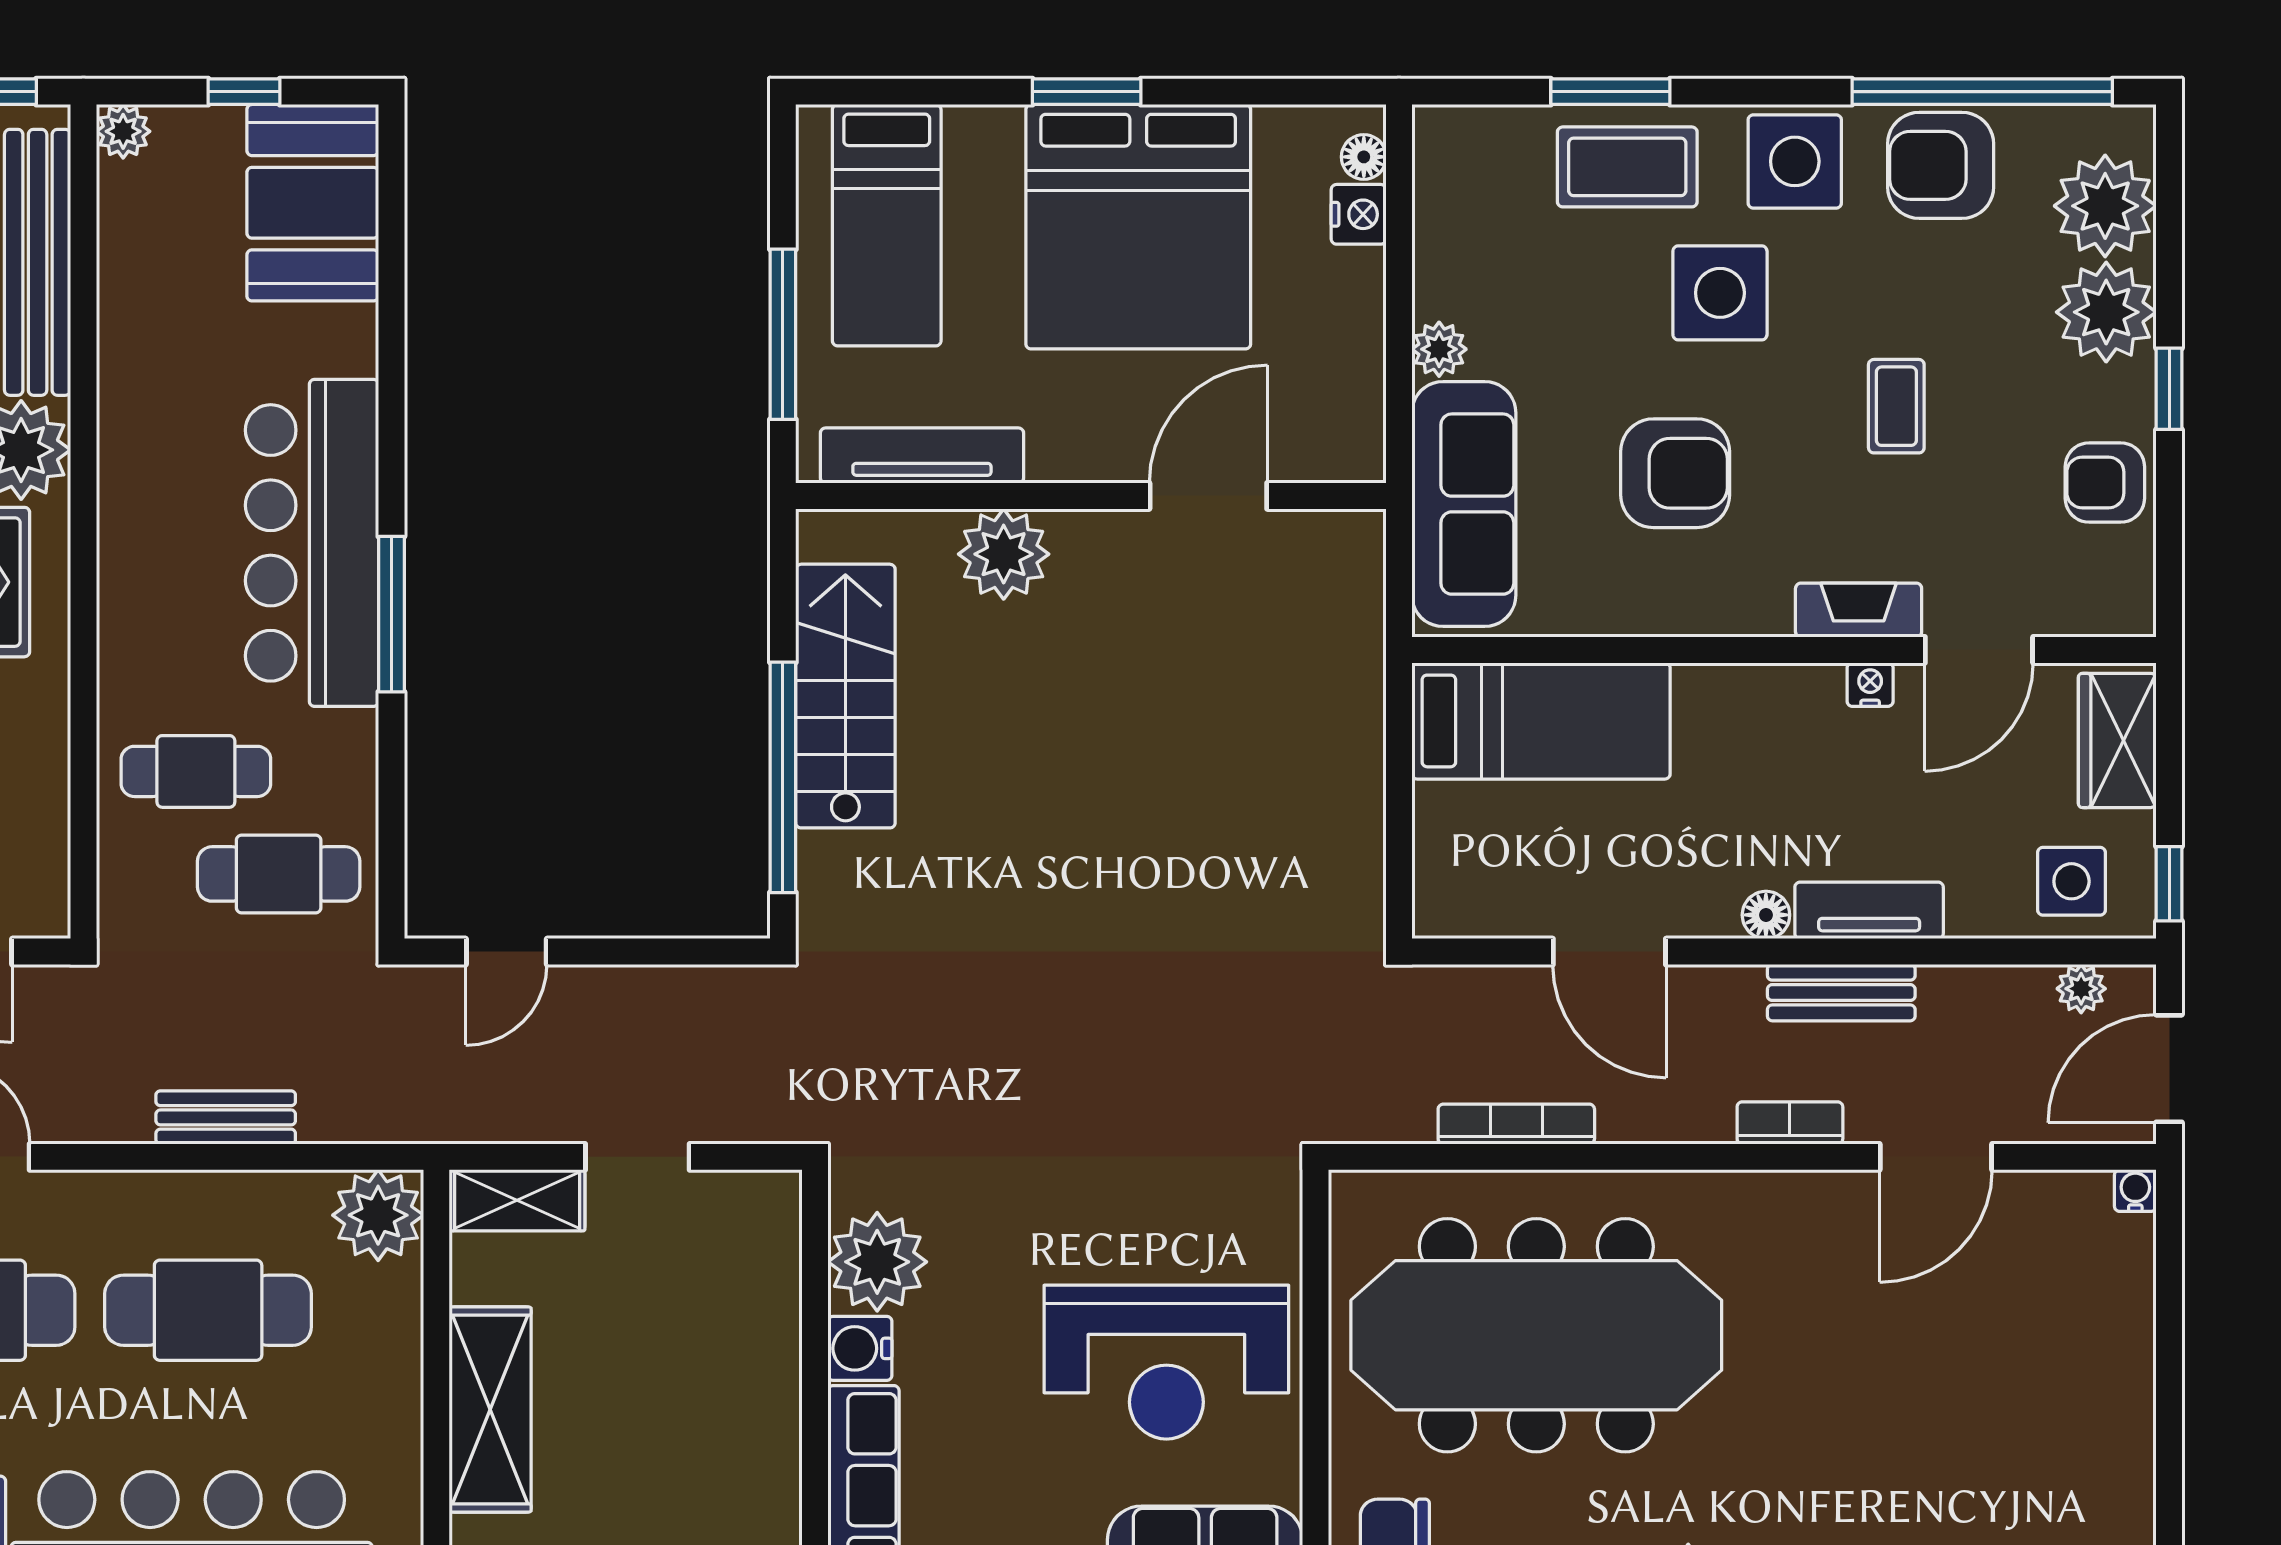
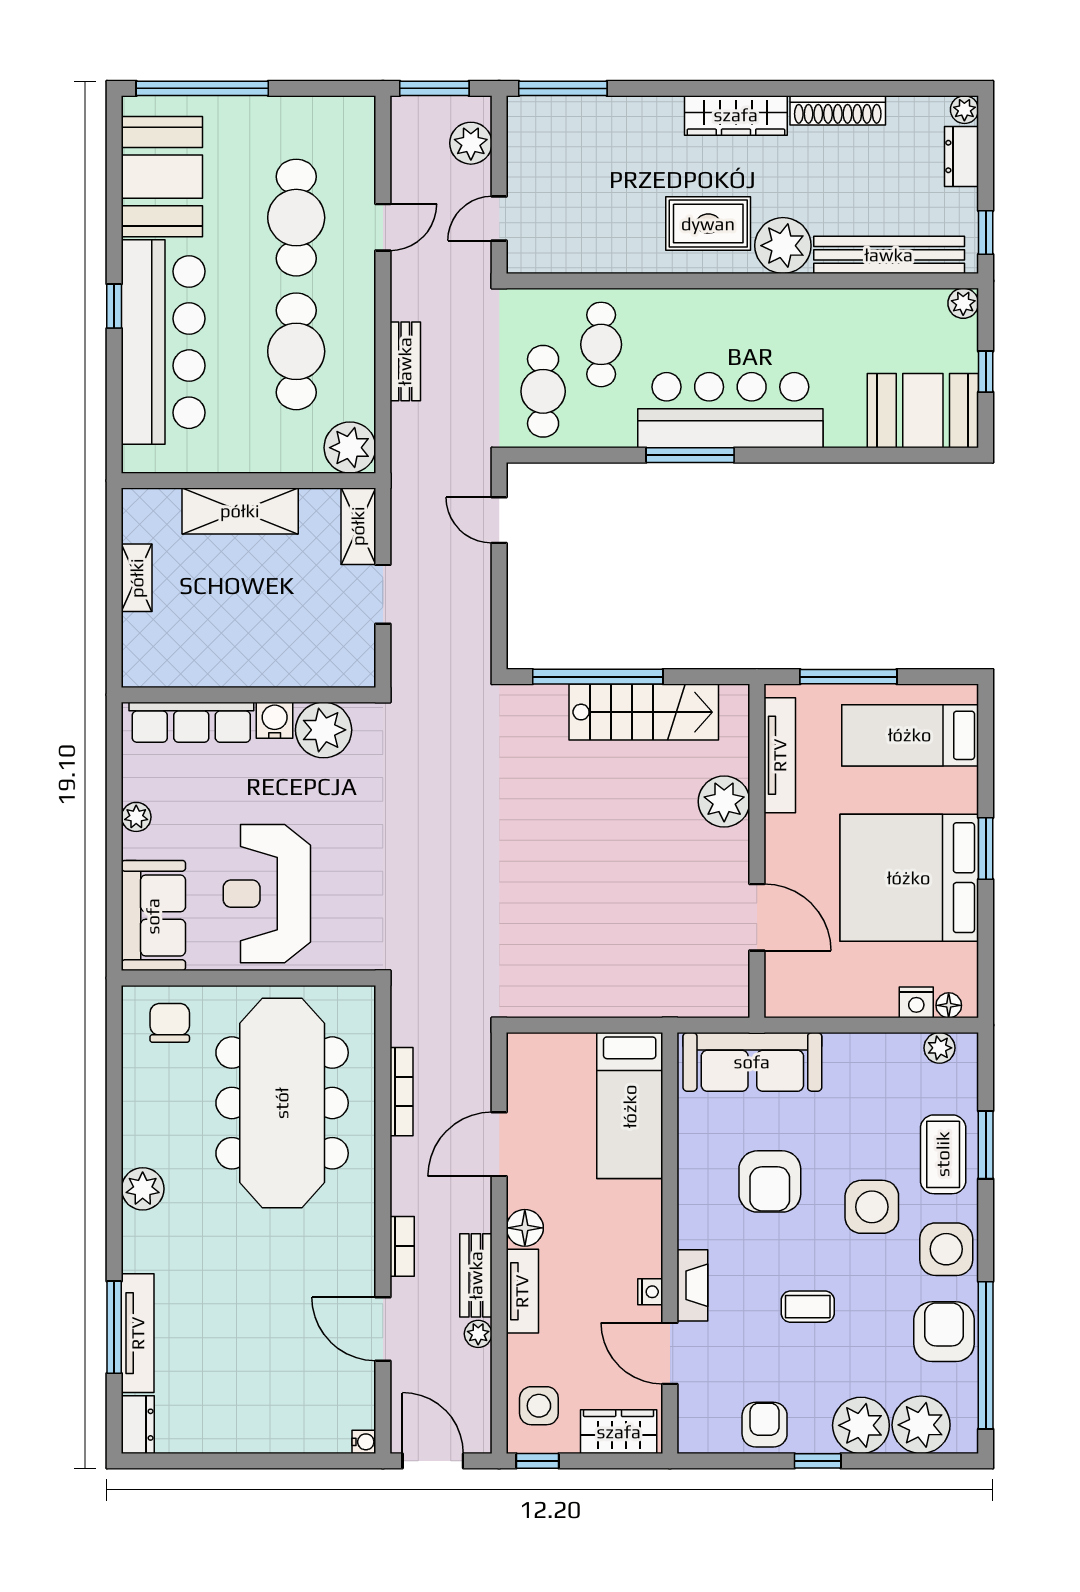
plant: (1439, 349) -> (939, 1048), moved
floor lamp: (1766, 915) -> (525, 1228), width x1.37, depth x1.37
plant: (2081, 989) -> (478, 1334), moved

